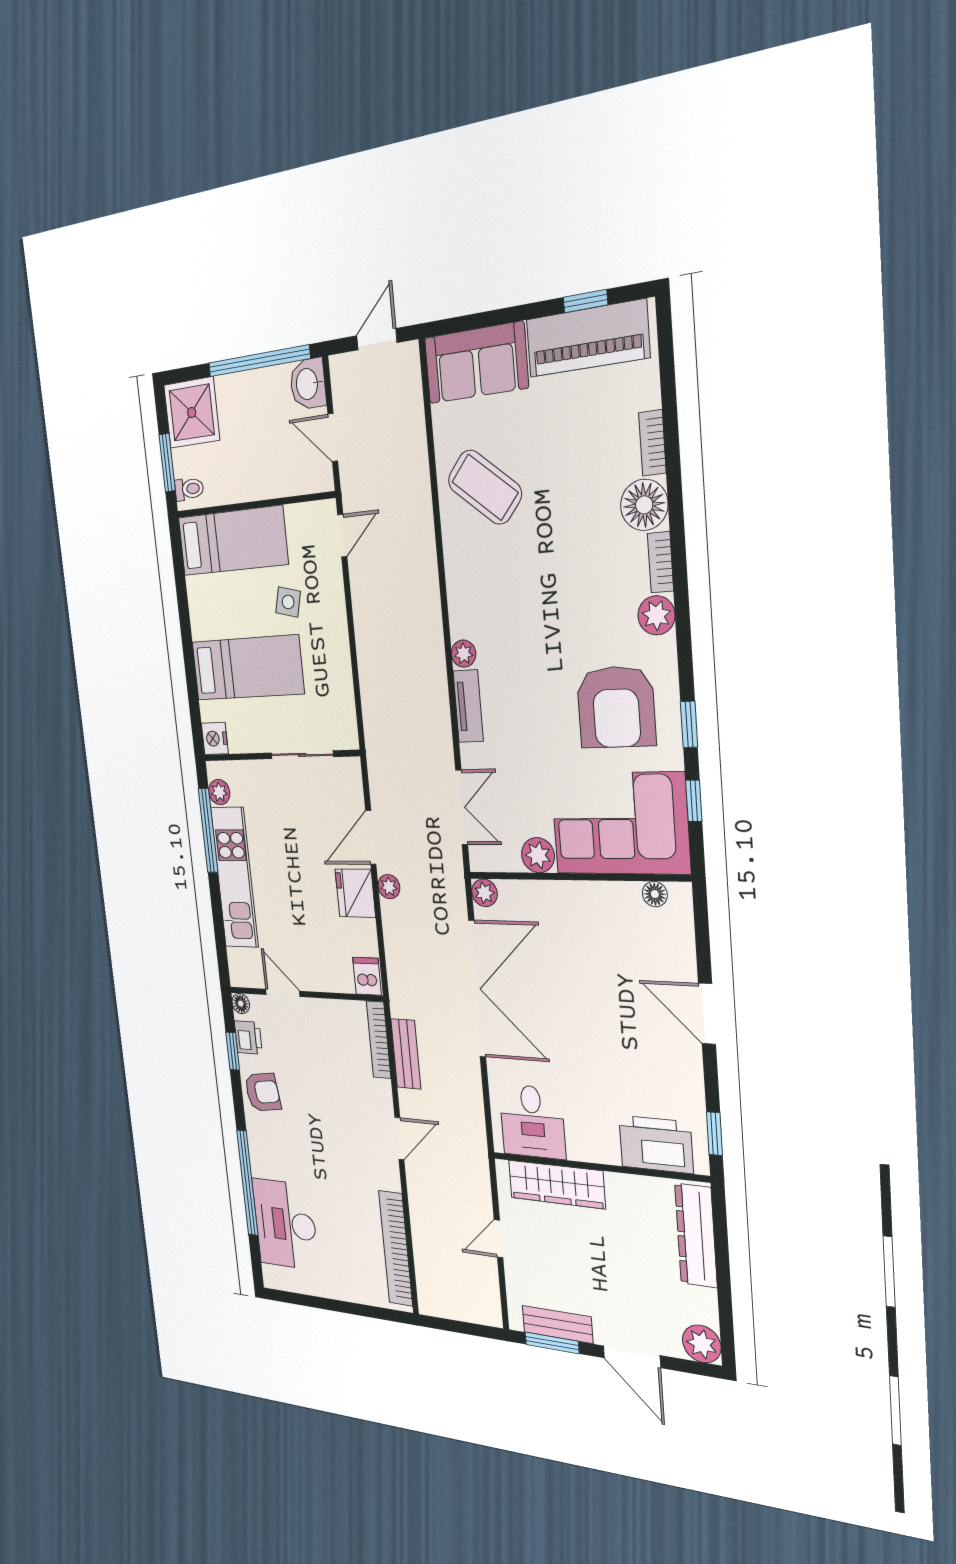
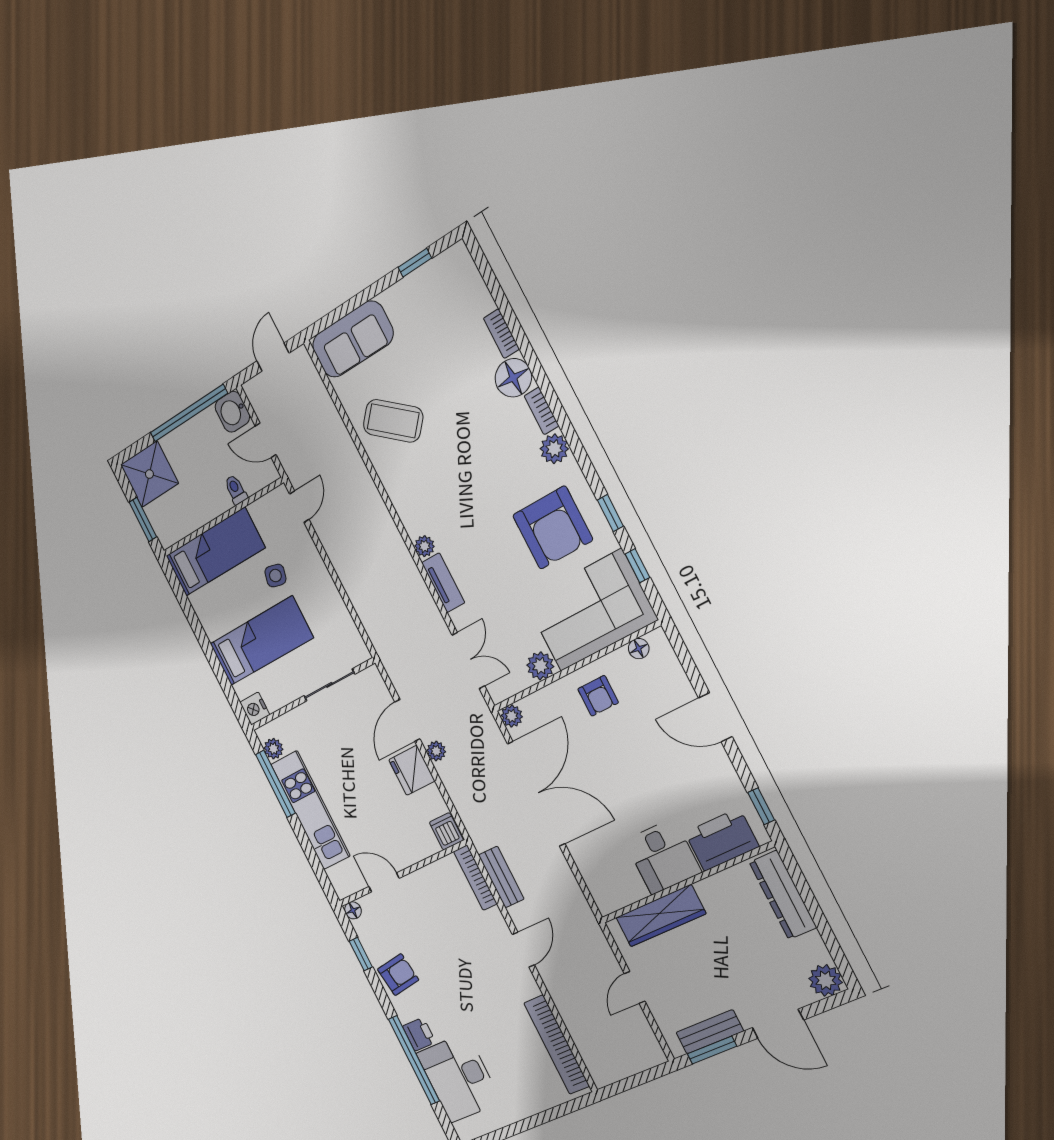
piano: (587, 338) -> (426, 286), removed
toilet: (189, 489) -> (236, 490), moved, turned -90
armchair: (588, 921) -> (598, 696), added
printer: (248, 1037) -> (419, 1034), moved
desk: (532, 1121) -> (663, 856), moved

